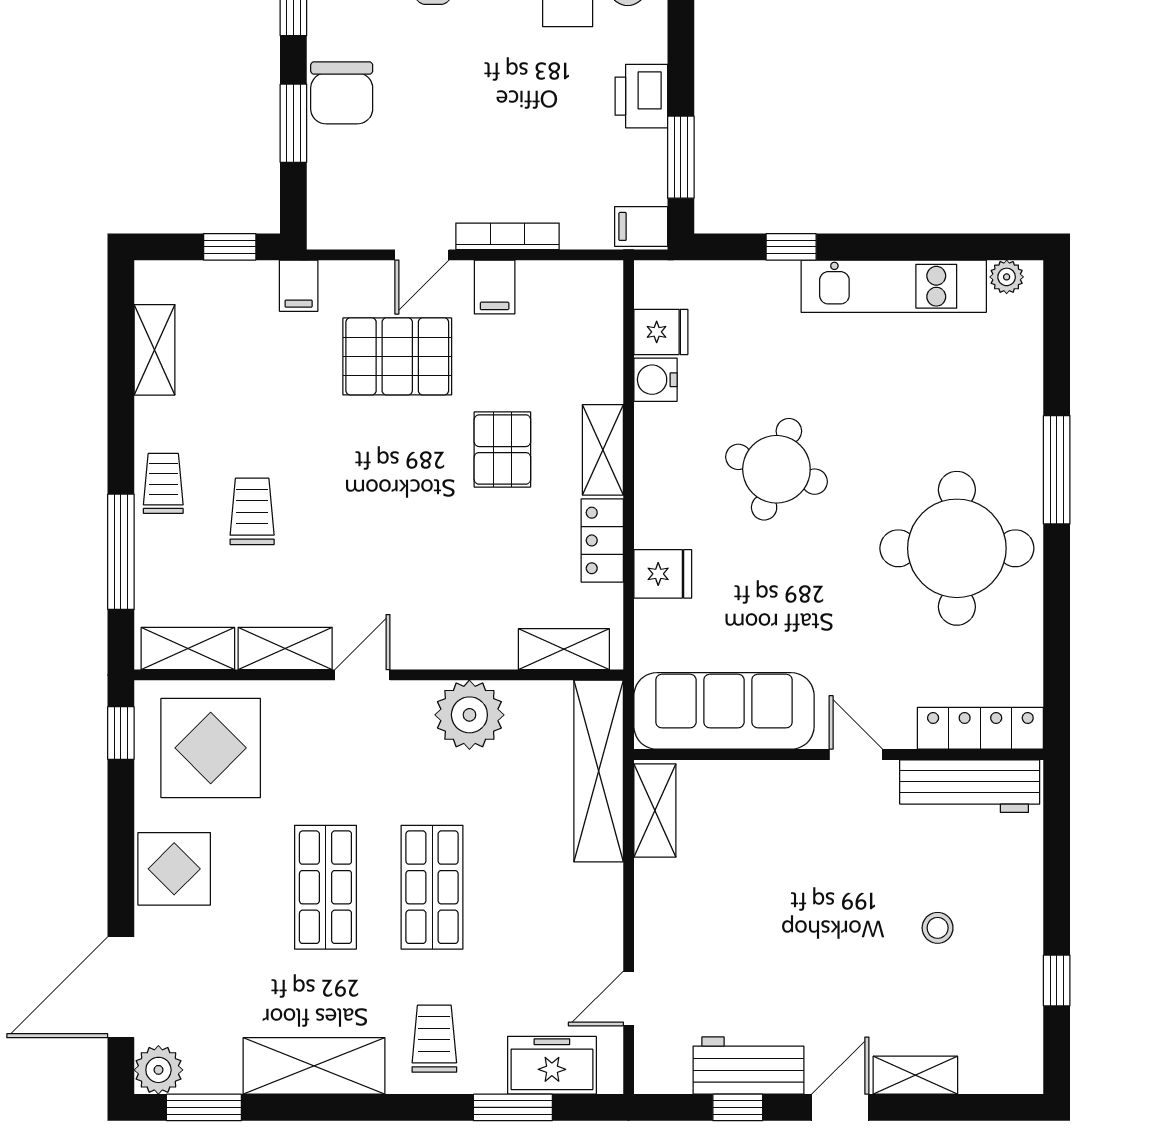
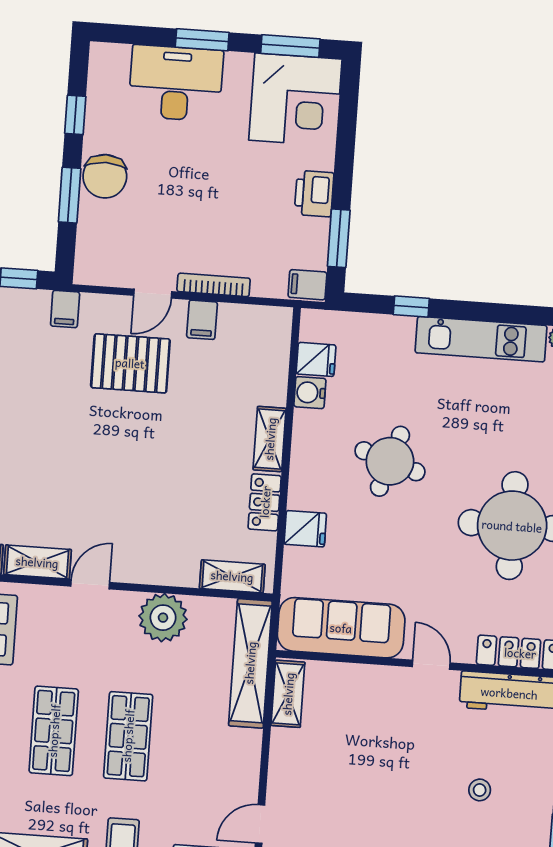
pallet: (502, 450) -> (199, 434), removed
trolley: (252, 511) -> (21, 464), removed

